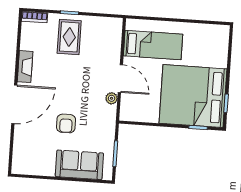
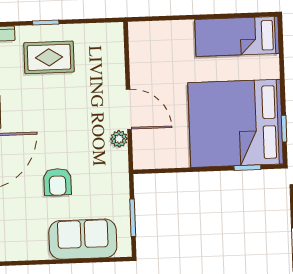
rug: (69, 37) -> (49, 57), turned 90
bed: (153, 45) -> (237, 36), moved, turned 180

